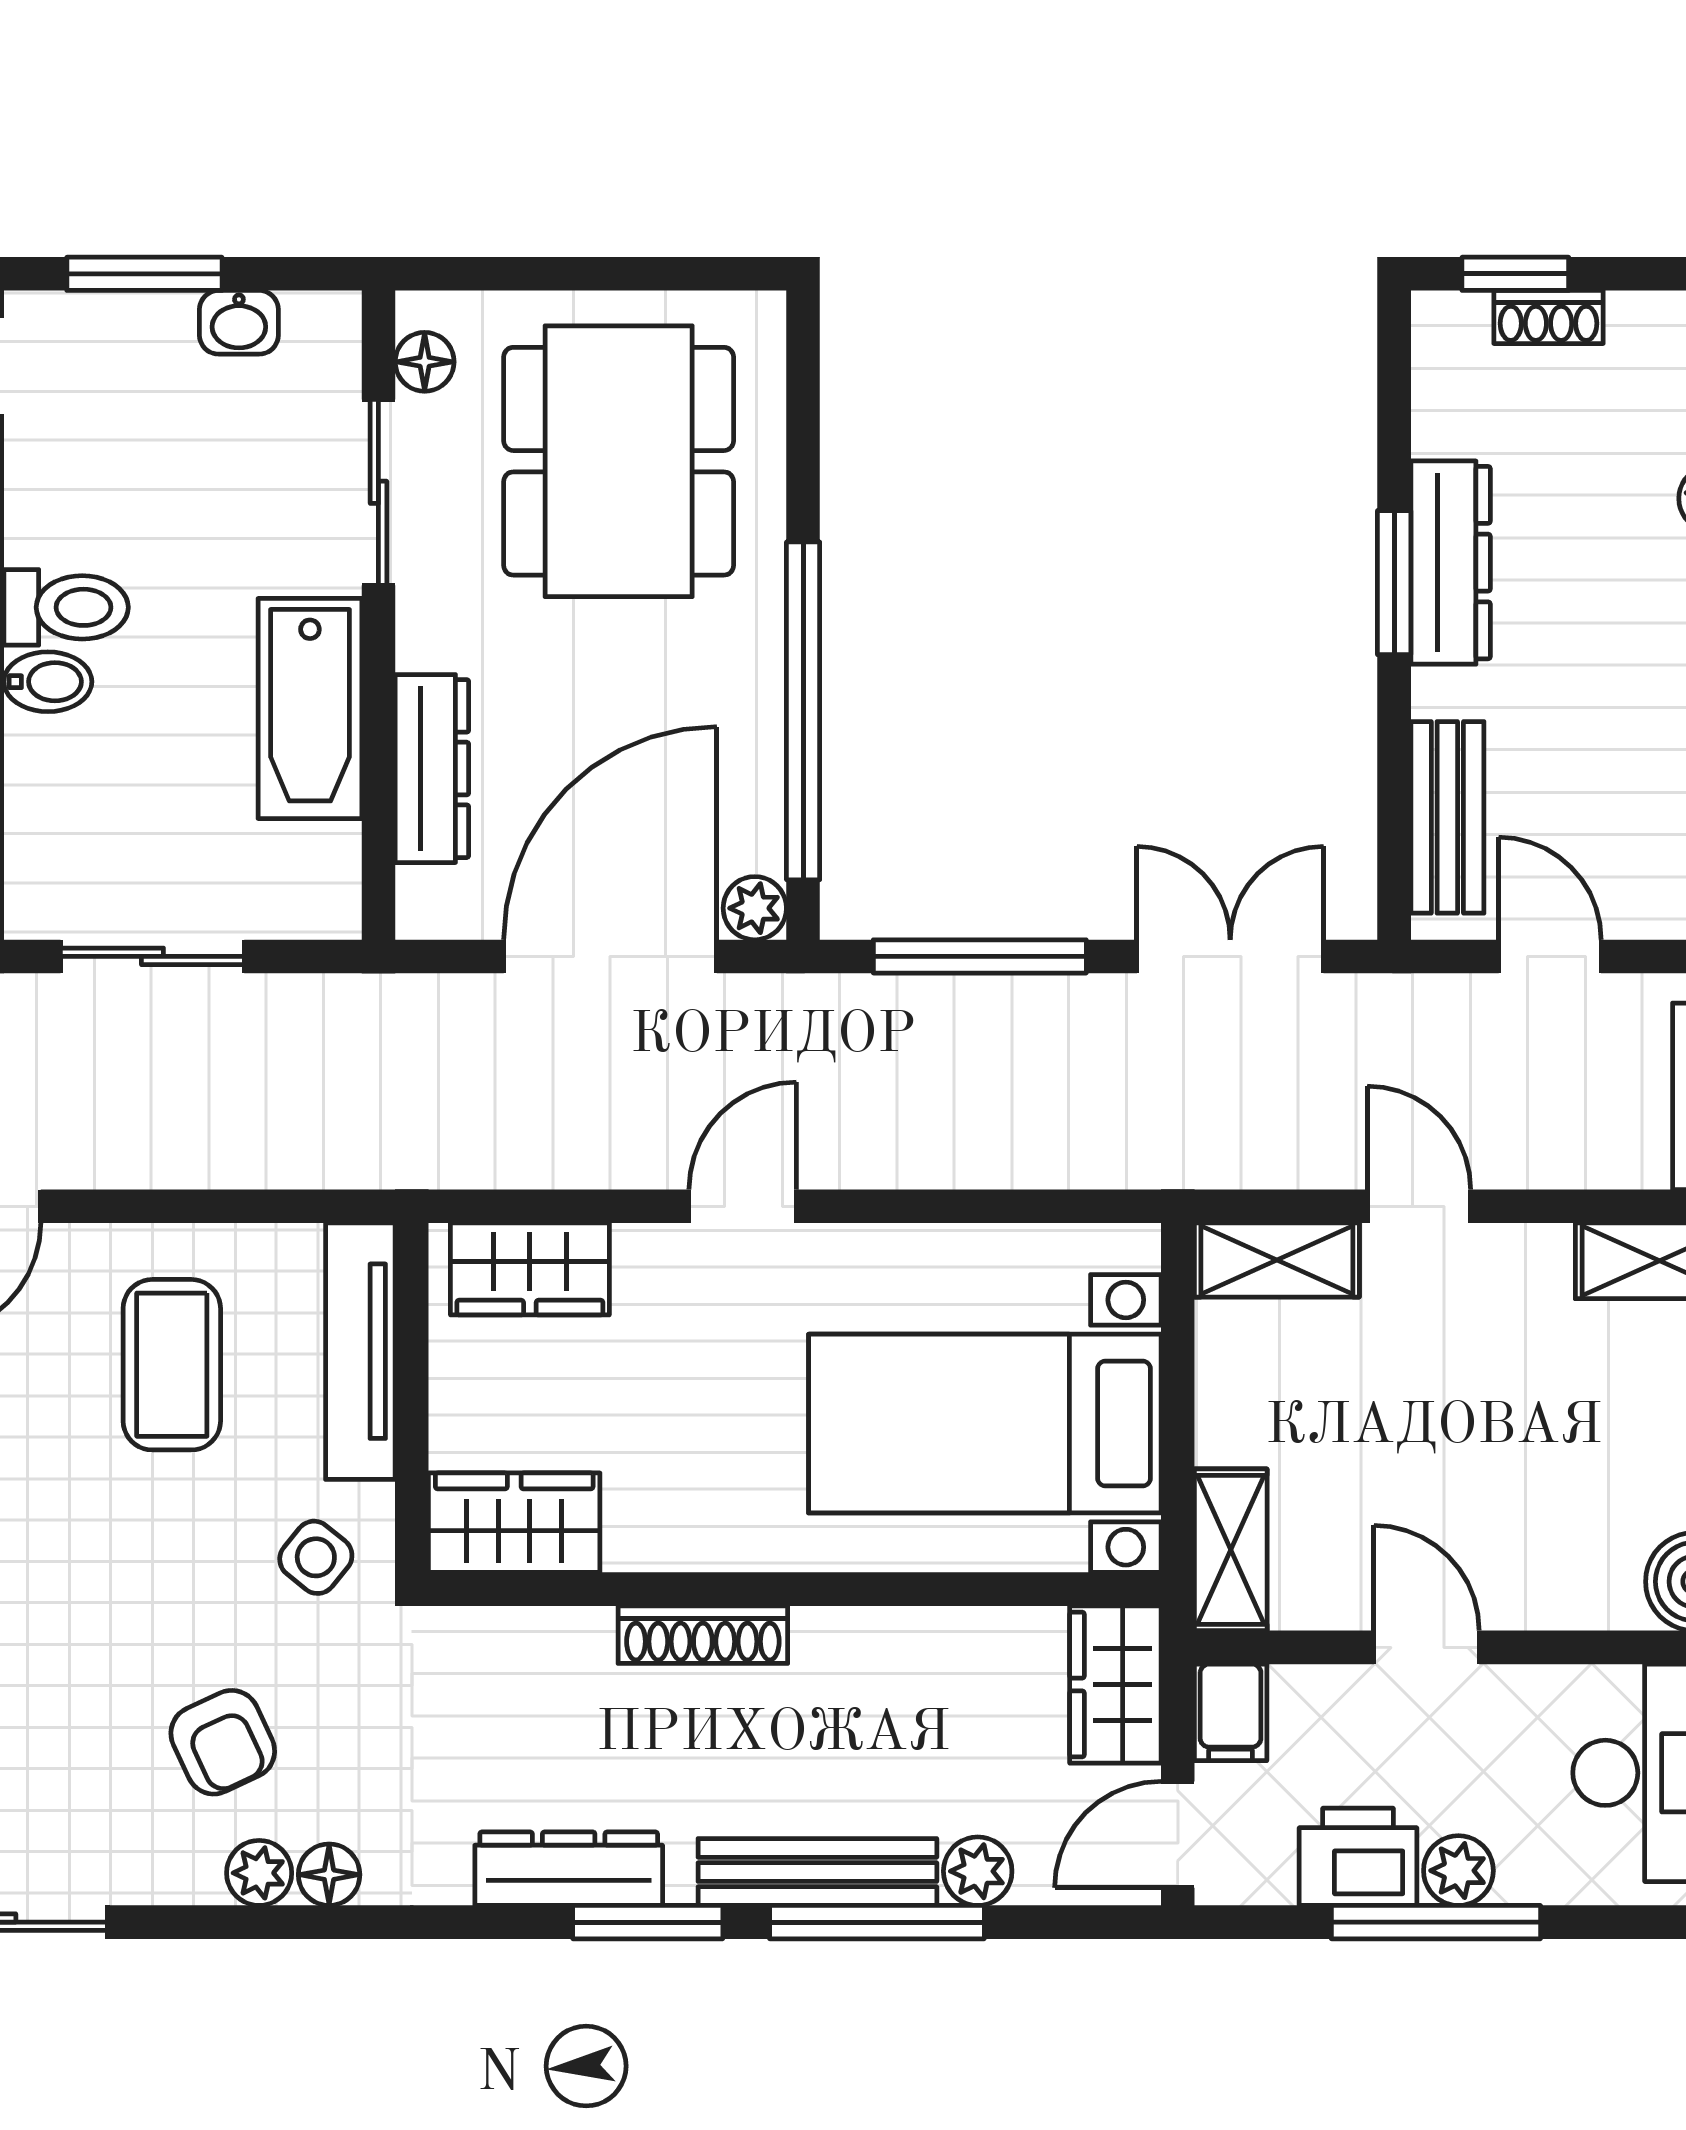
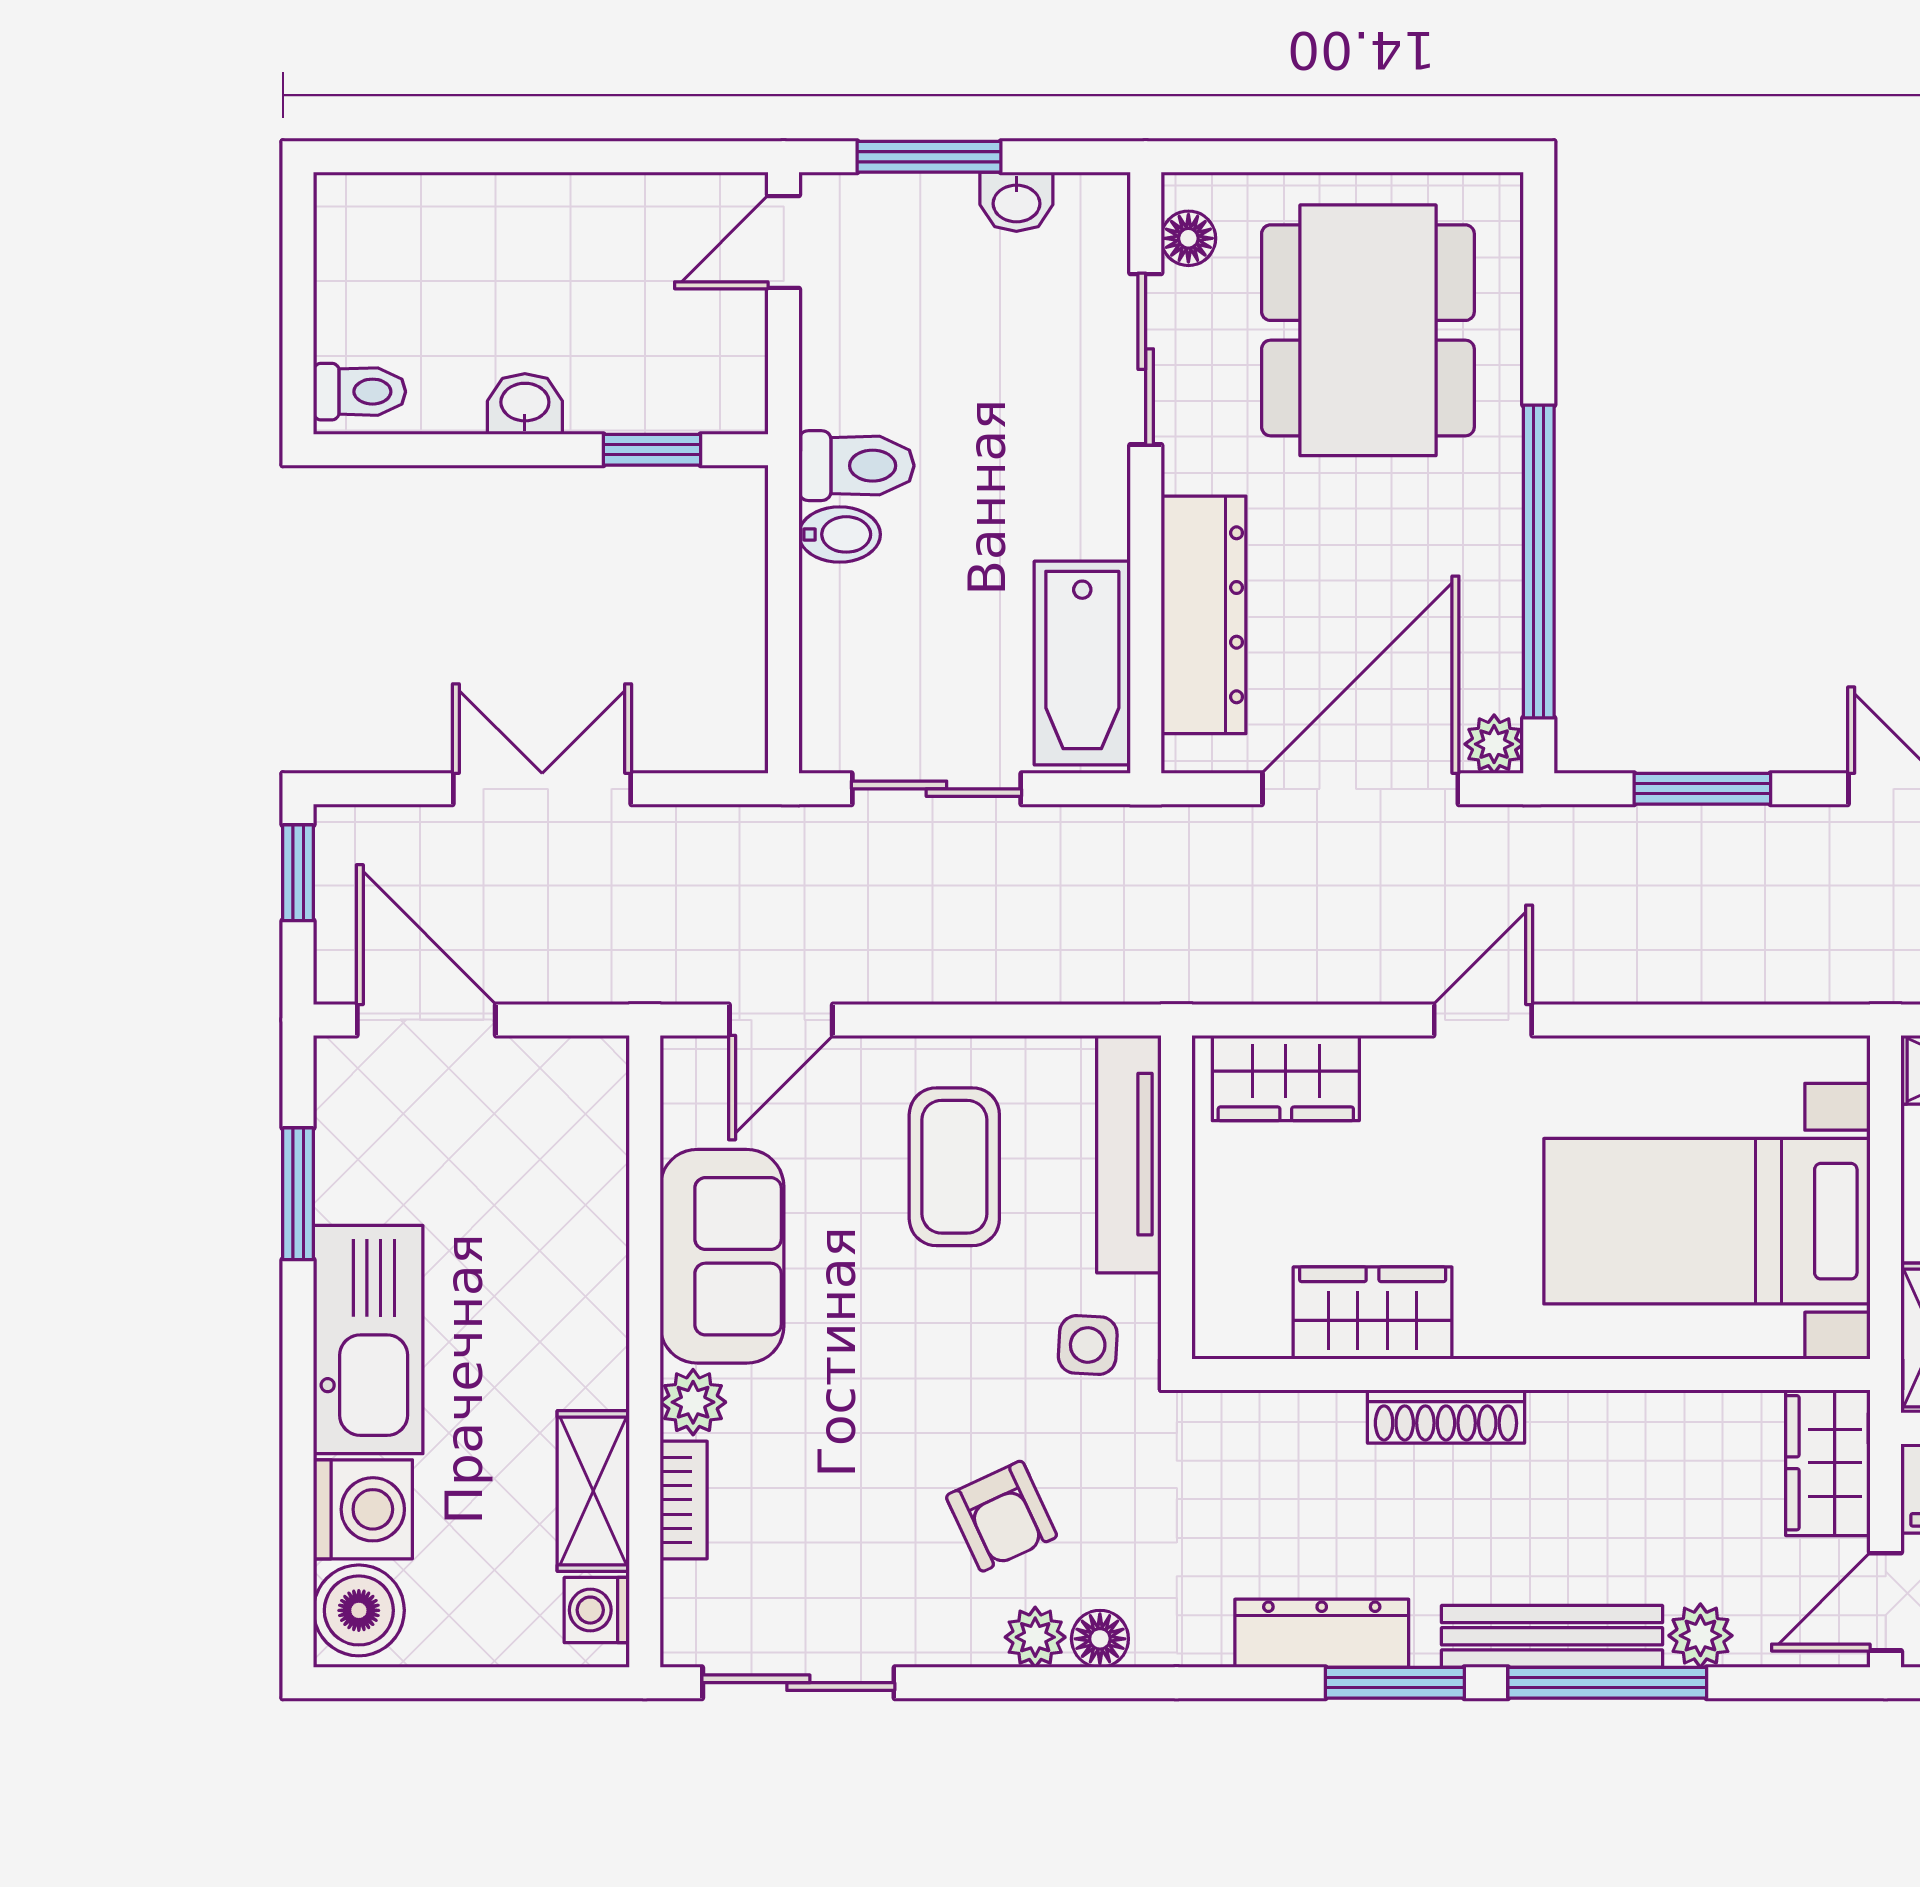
bathtub: (310, 709) -> (1082, 663), moved
dresser: (432, 769) -> (1203, 615), width x1.37, depth x1.24
window: (980, 956) -> (1702, 789), width x0.69
wardrobe: (514, 1523) -> (1373, 1313), moved
side table: (316, 1557) -> (1088, 1345), turned -36

